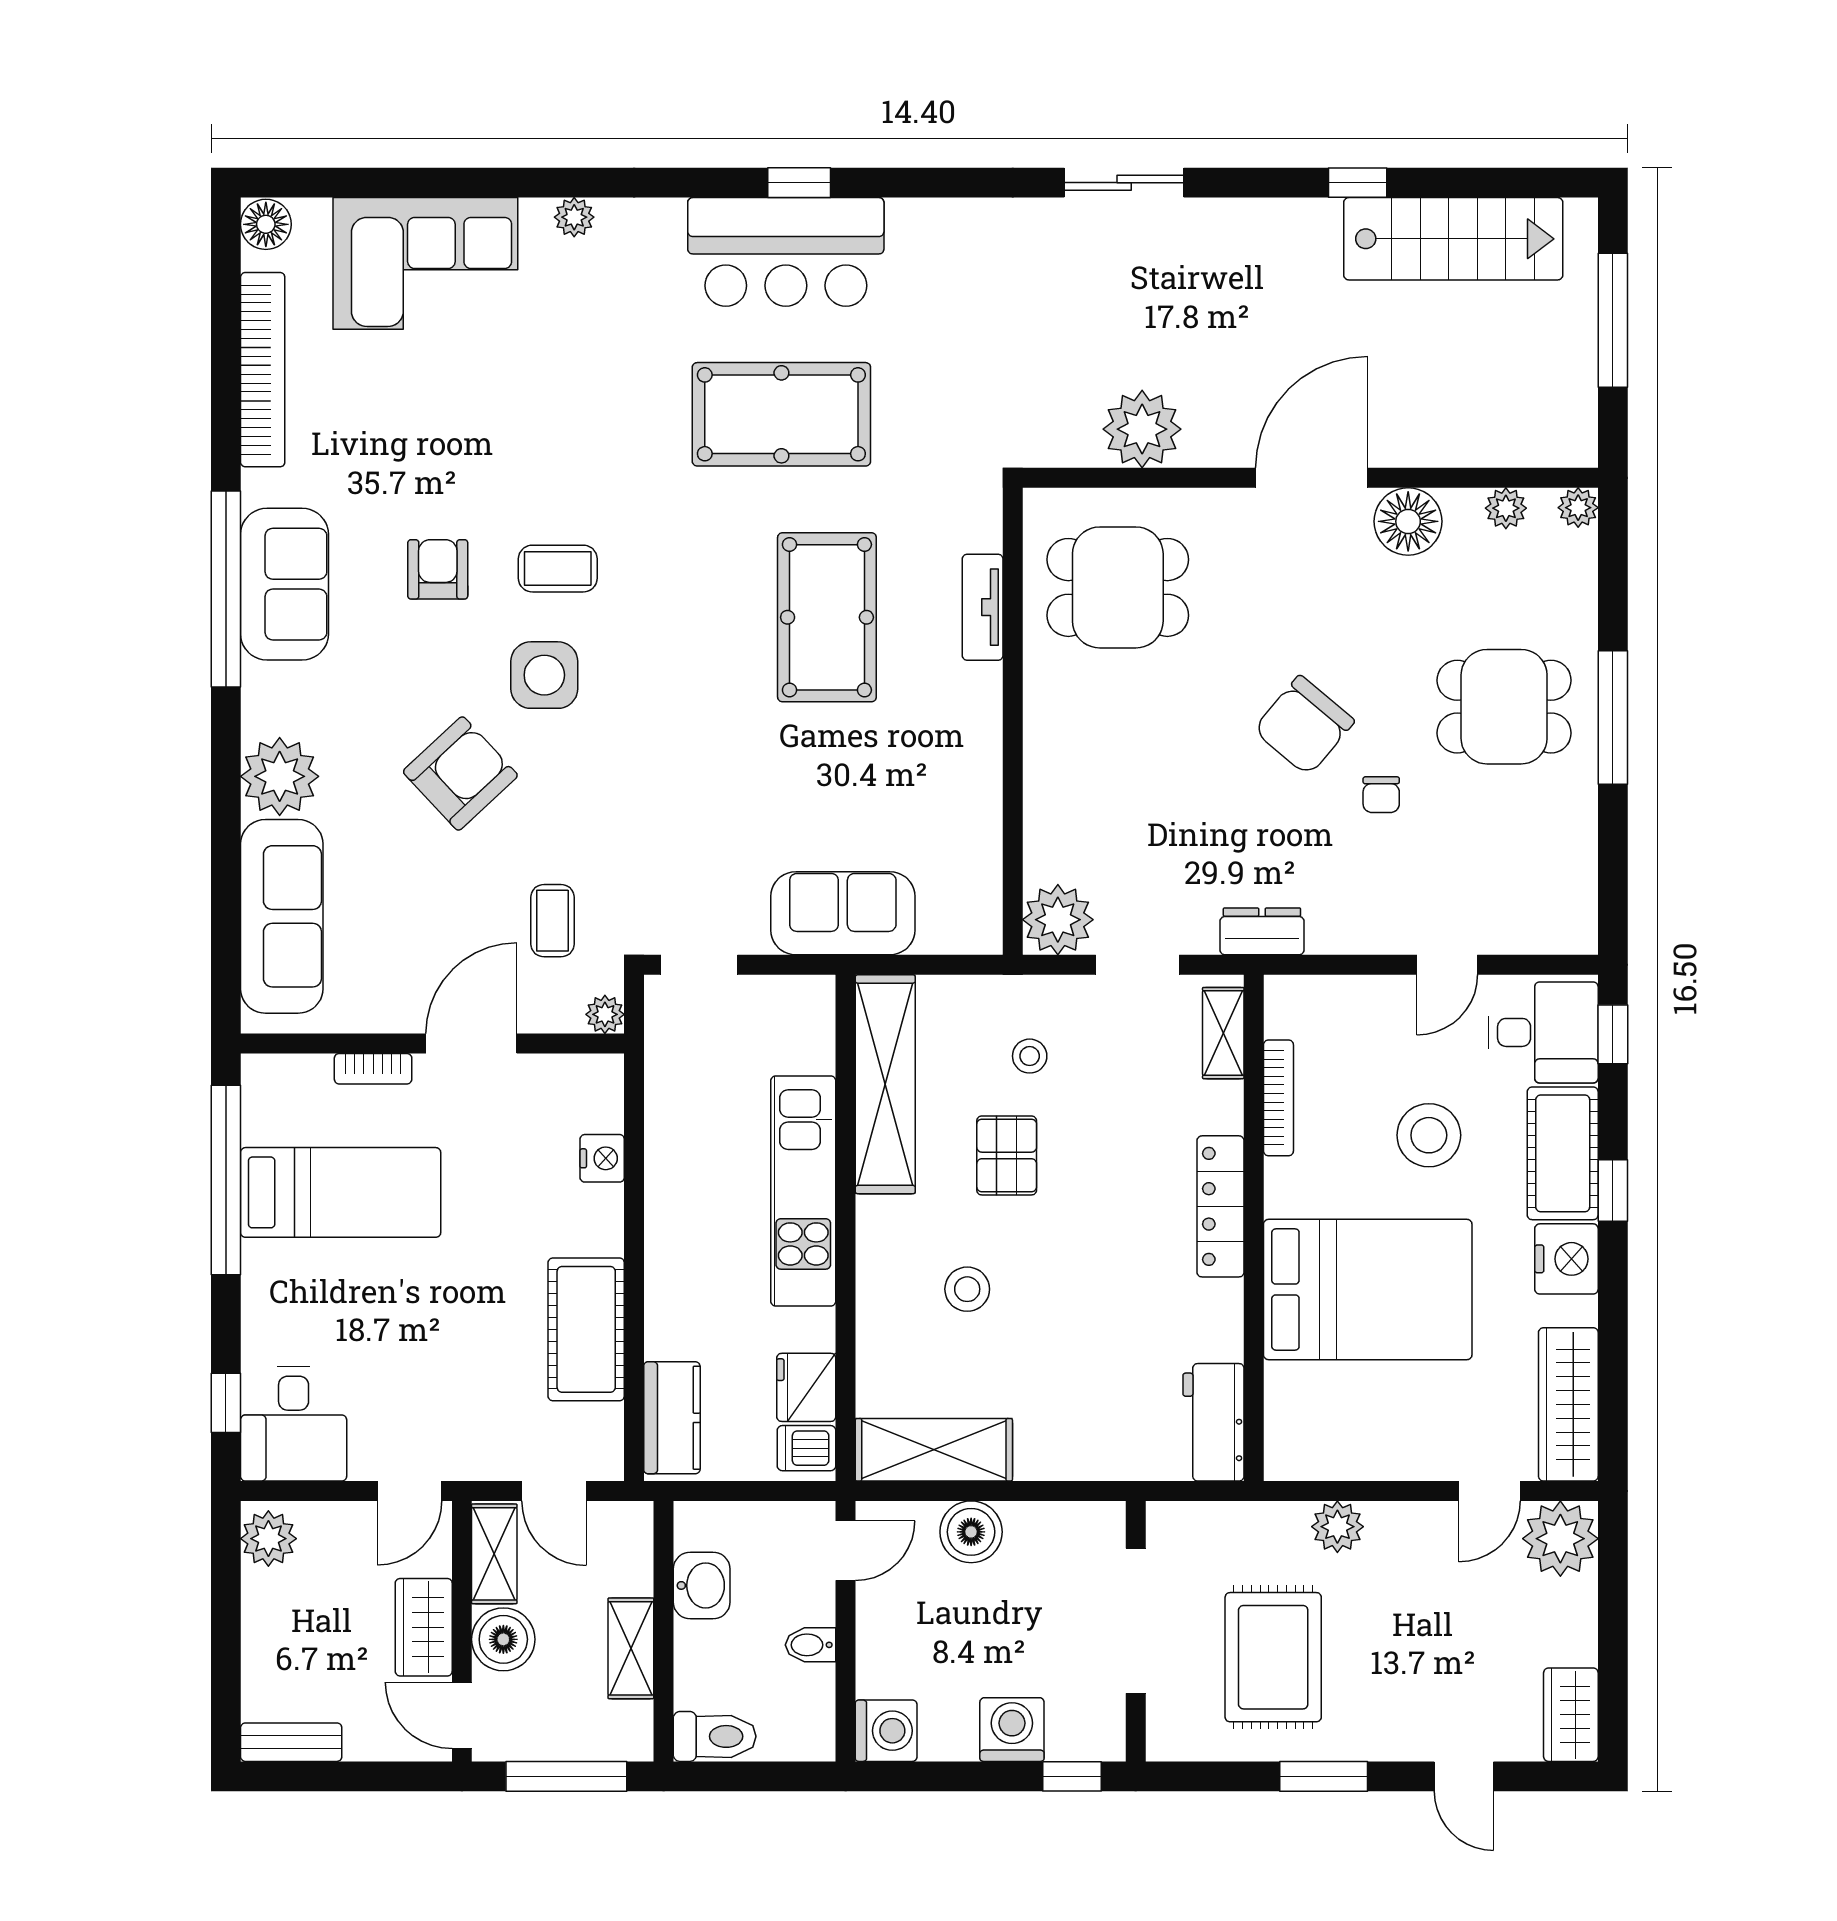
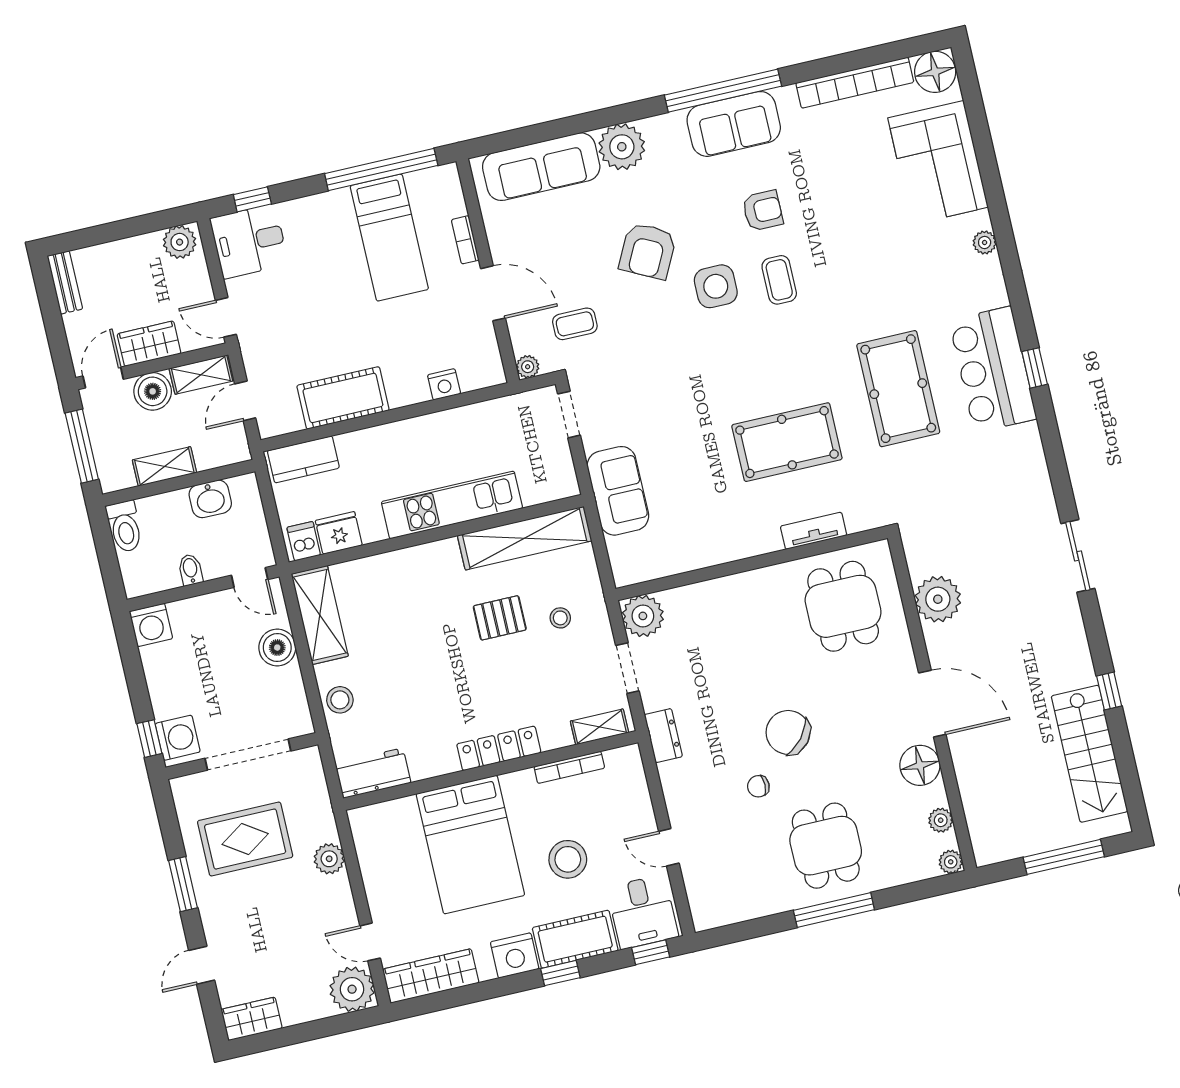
floor lamp: (266, 224) -> (935, 72), width x1.38, depth x1.38
armchair: (460, 773) -> (648, 251), turned 70
stool: (967, 1289) -> (340, 700), moved
washing machine: (1012, 1730) -> (178, 738), moved

